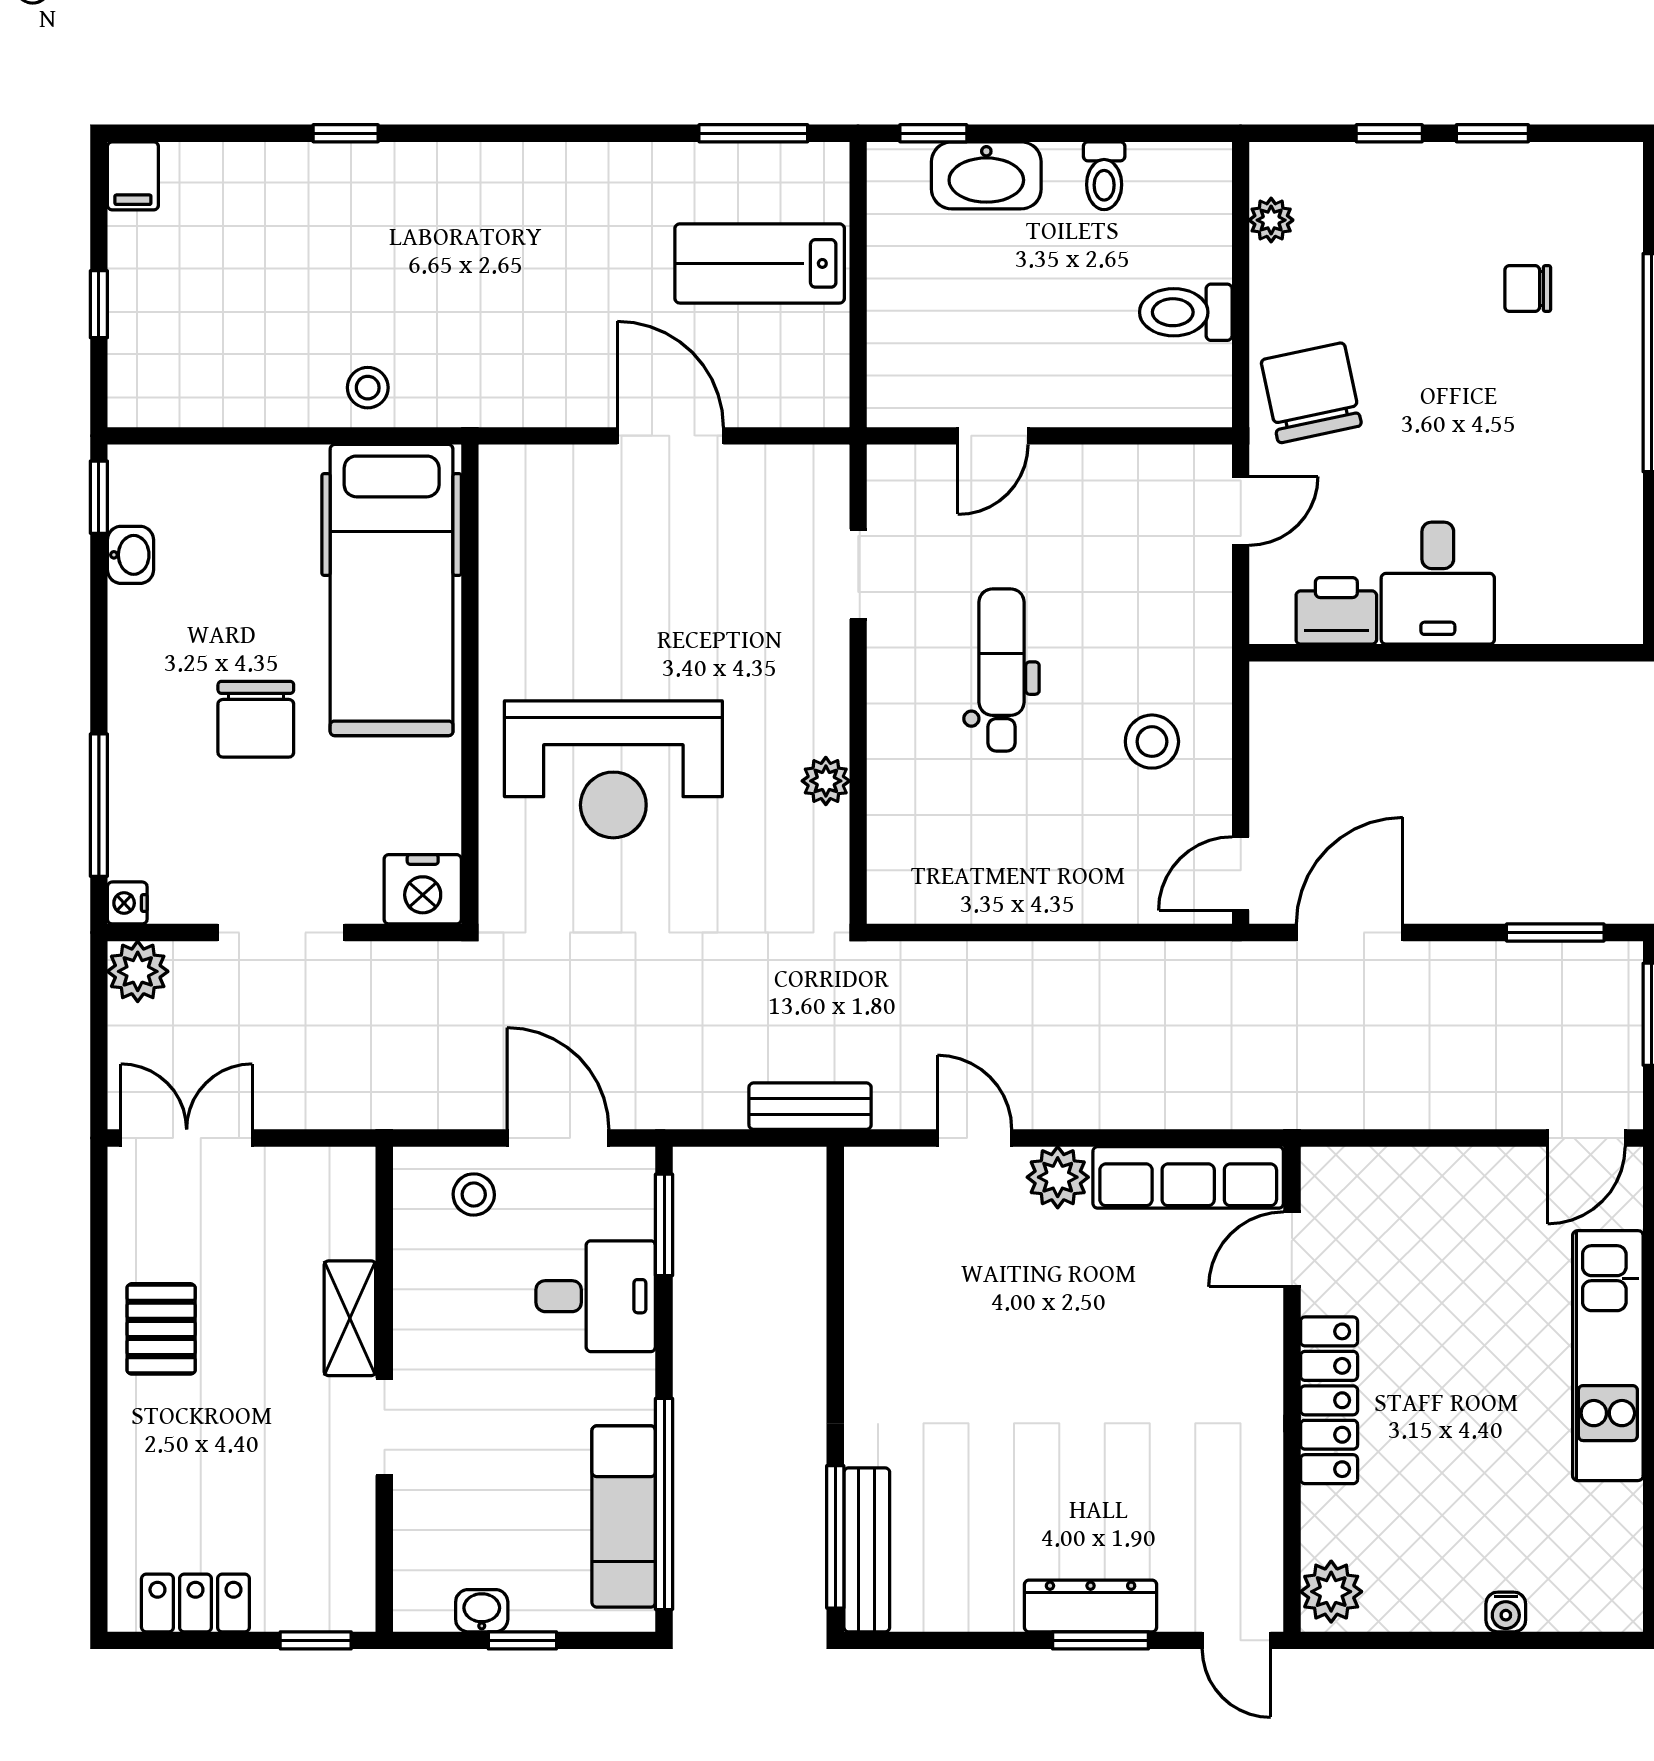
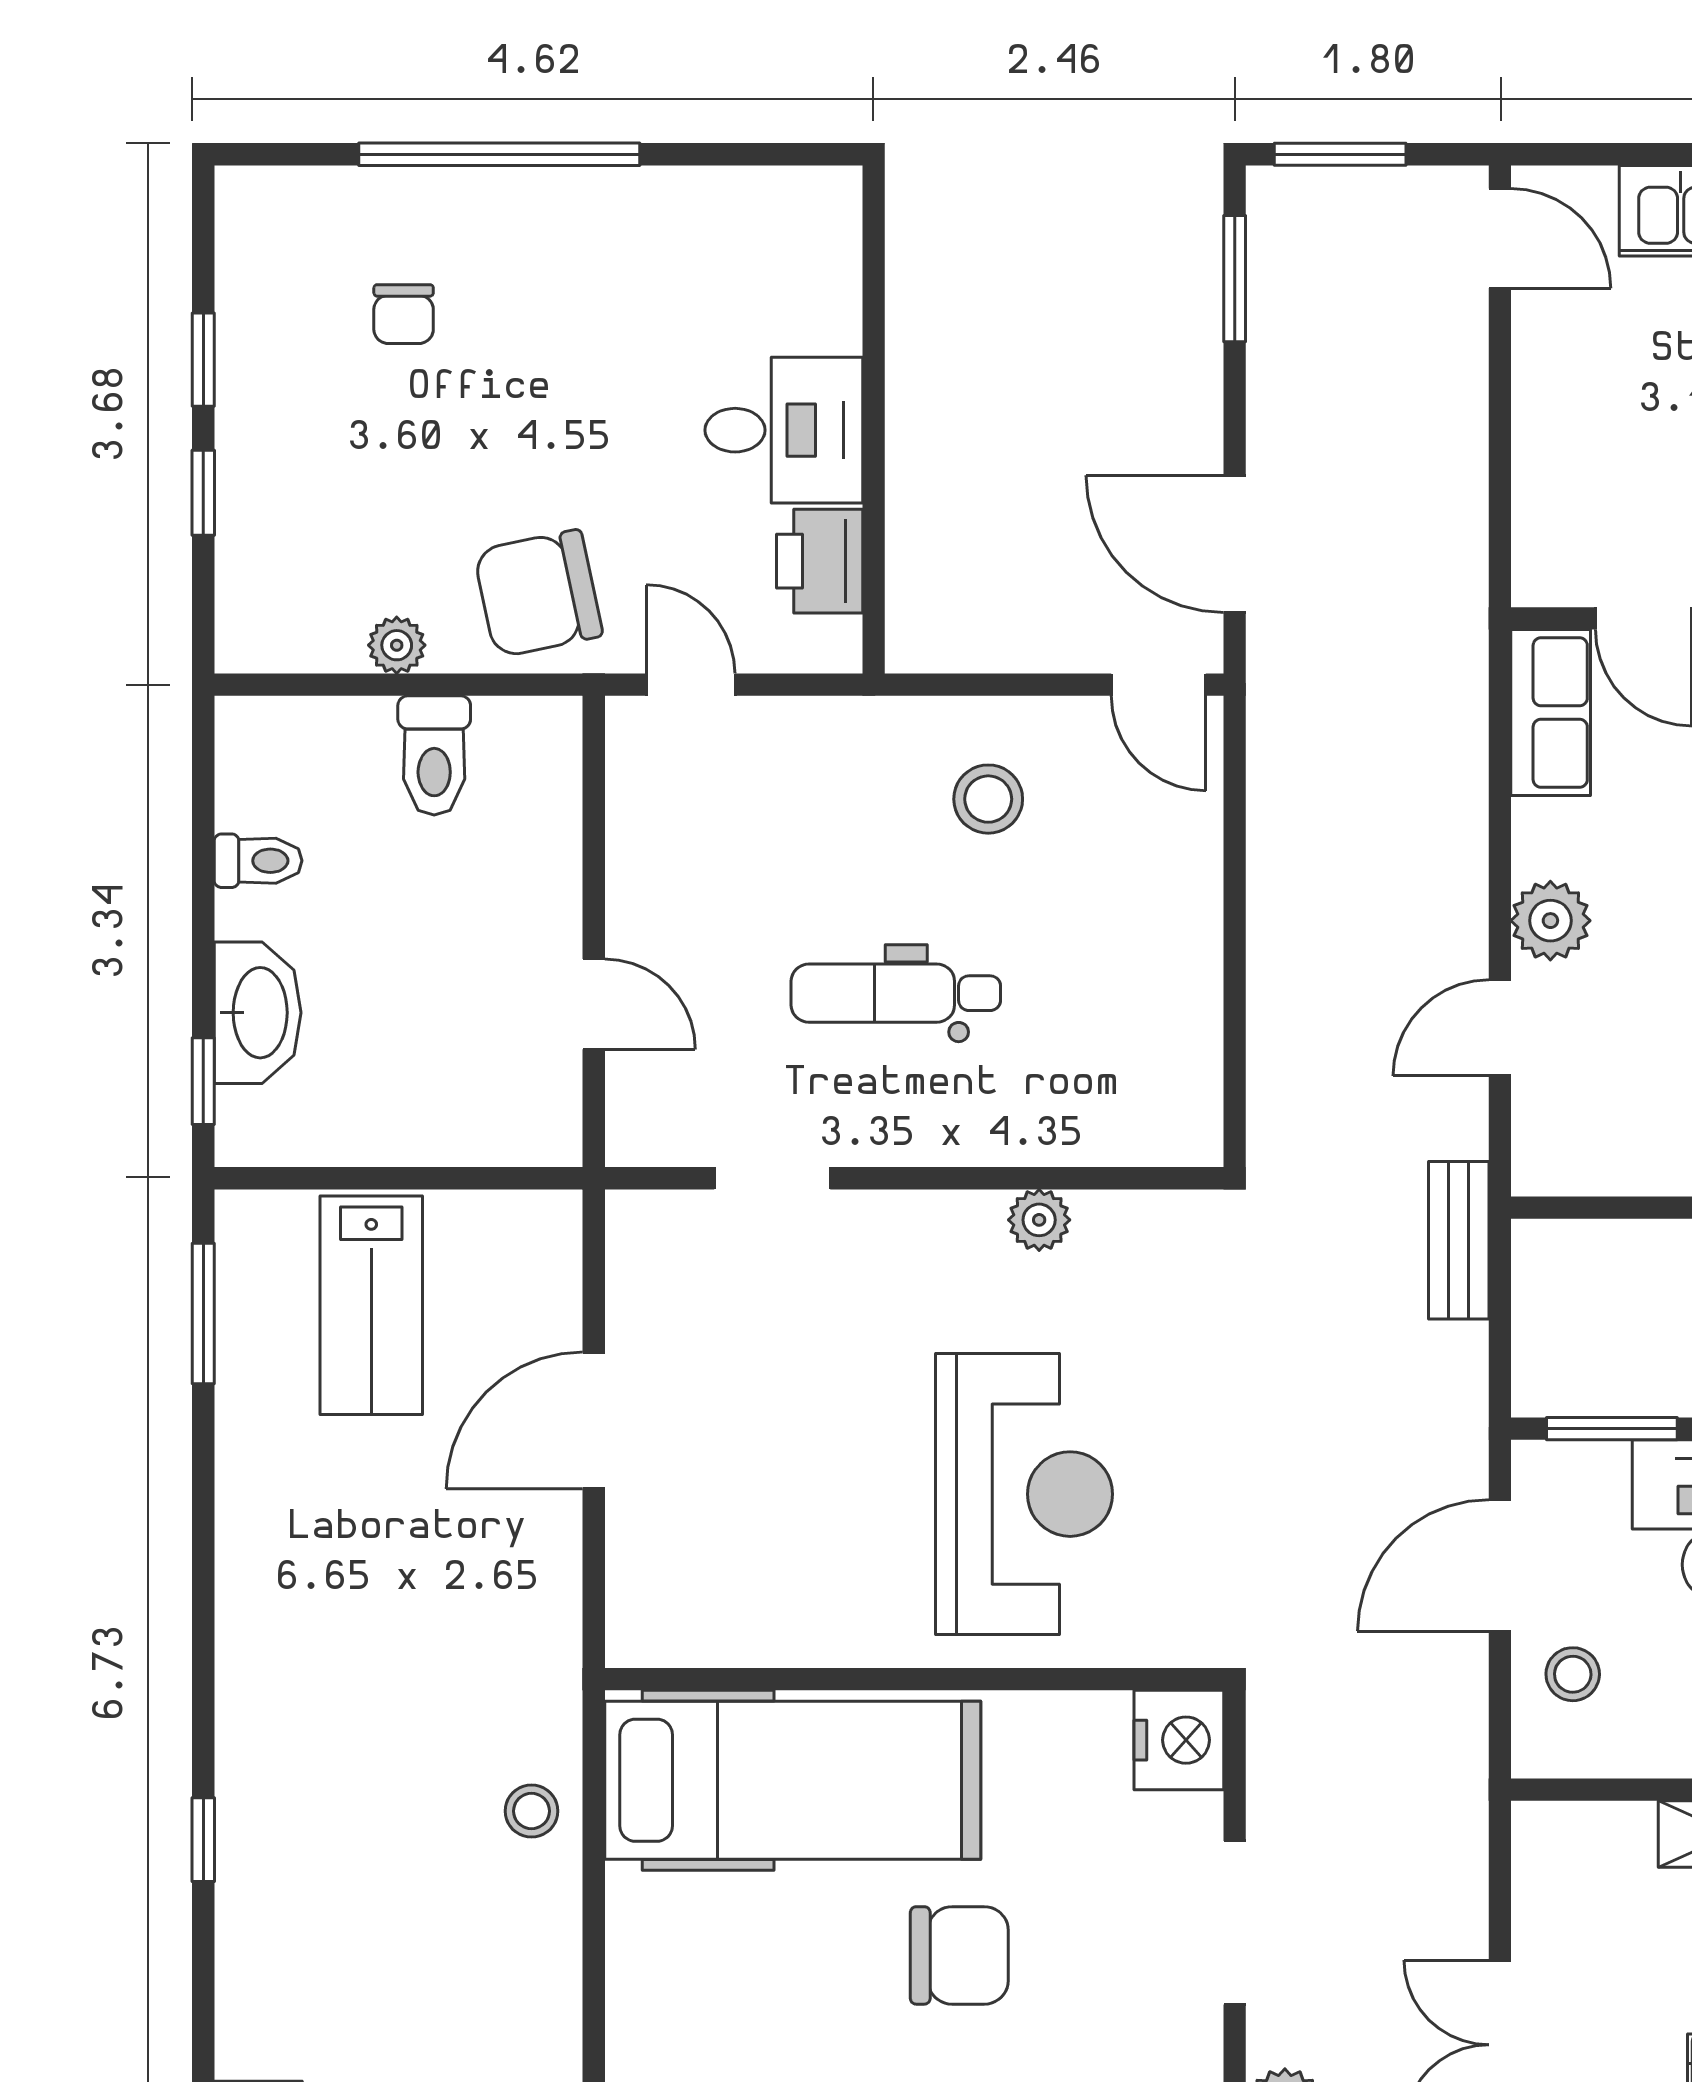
plant: (1271, 220) -> (397, 645), moved
row of seats: (1188, 1177) -> (1551, 713), width x0.68

